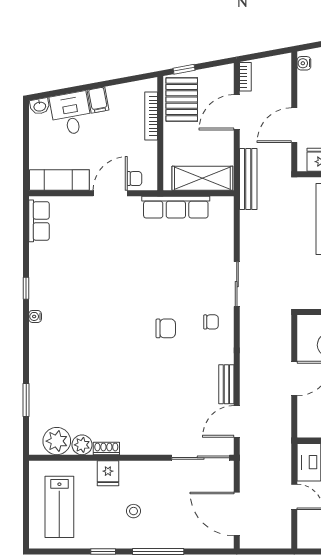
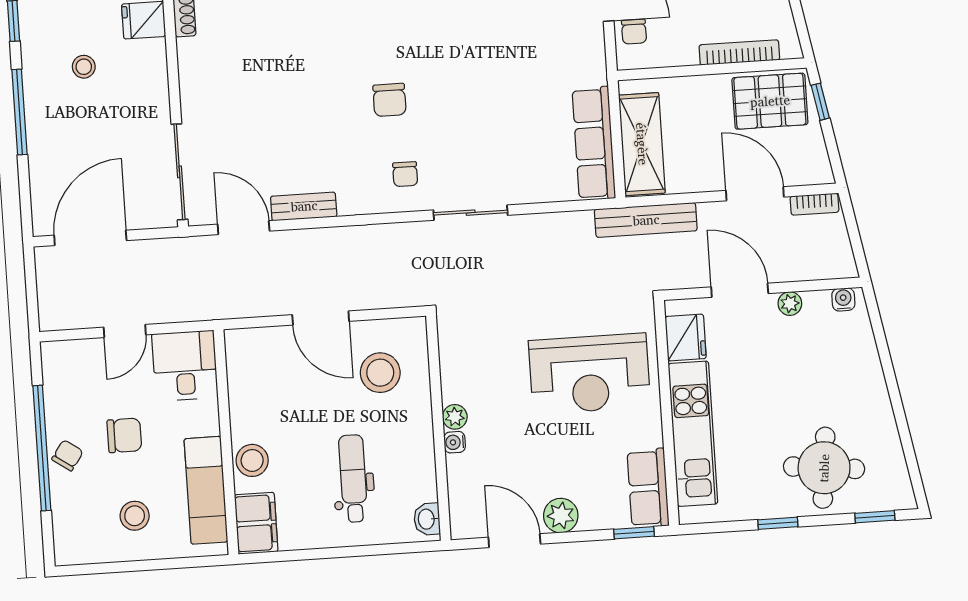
plant: (304, 96) -> (790, 304), added
row of seats: (176, 207) -> (594, 143), moved

